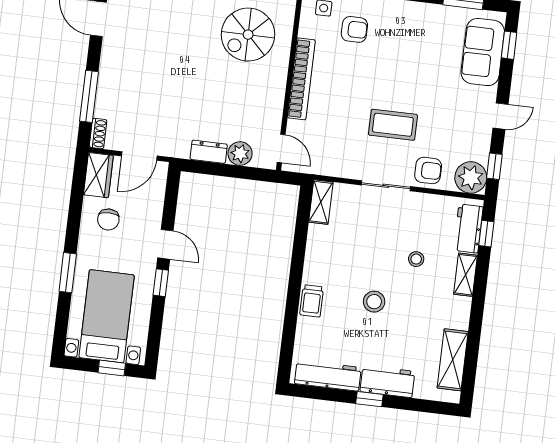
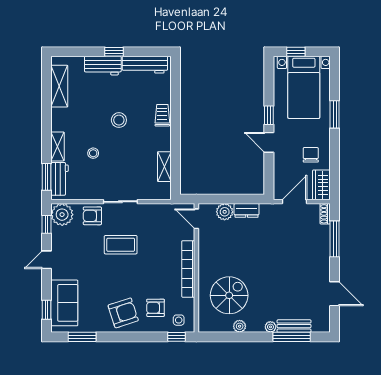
armchair: (401, 28) -> (123, 313), added
shelving: (321, 202) -> (164, 167), moved
window: (486, 234) -> (47, 177), width x1.50

